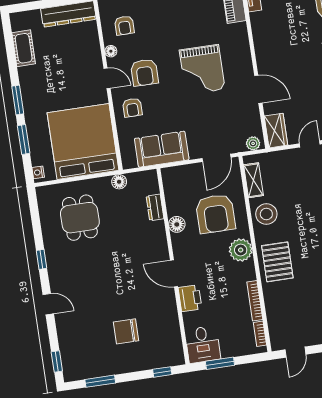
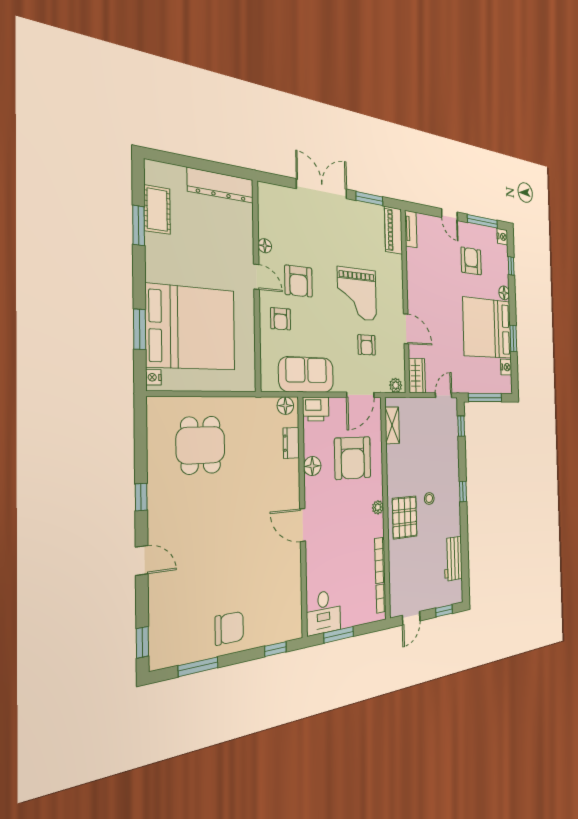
armchair: (124, 25) -> (367, 345), moved
window: (18, 100) -> (139, 226), moved
bed: (83, 142) -> (191, 328), moved, turned 90
floor lamp: (119, 182) -> (285, 406), moved
stool: (266, 214) -> (429, 498), moved, width x0.53, depth x0.53
plant: (241, 250) -> (378, 507), width x0.53, depth x0.53
printer: (190, 298) -> (316, 409), moved, turned 90
chair: (126, 331) -> (229, 628), moved, turned 180

